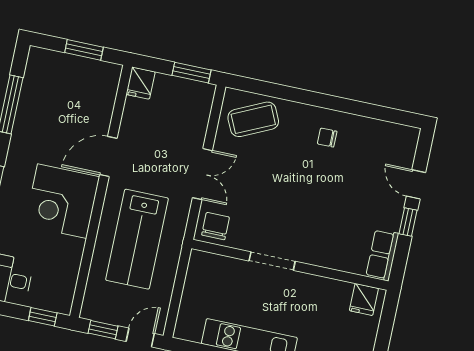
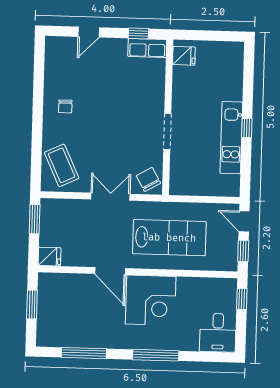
window: (408, 222) -> (138, 33), moved
chair: (216, 226) -> (148, 179), turned 60

